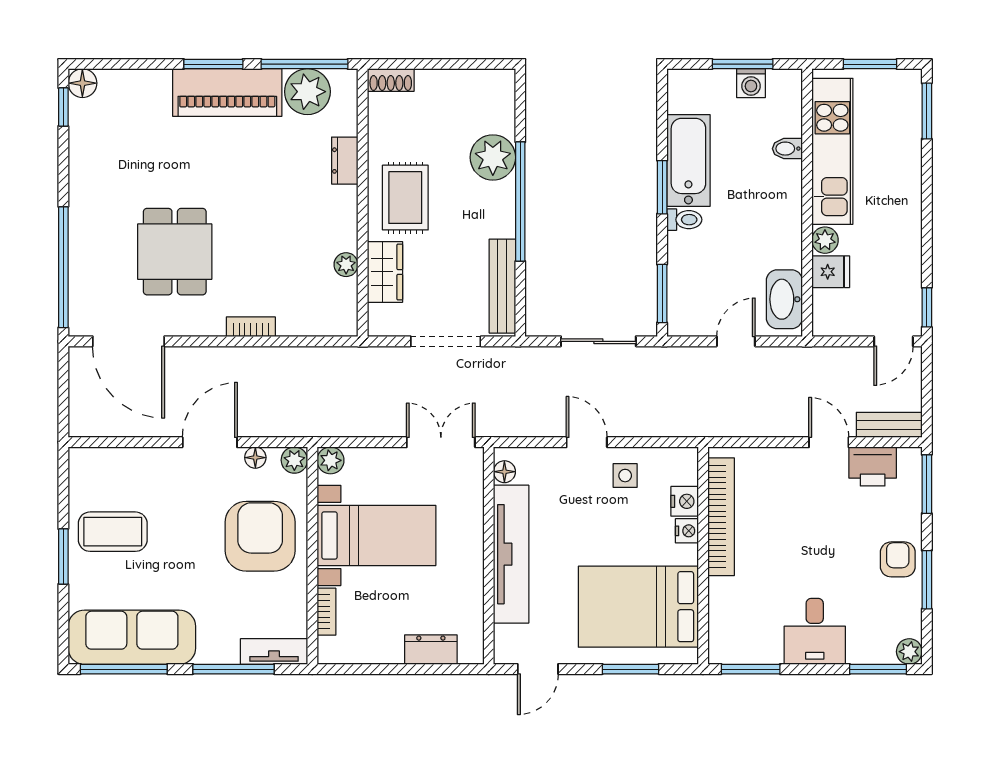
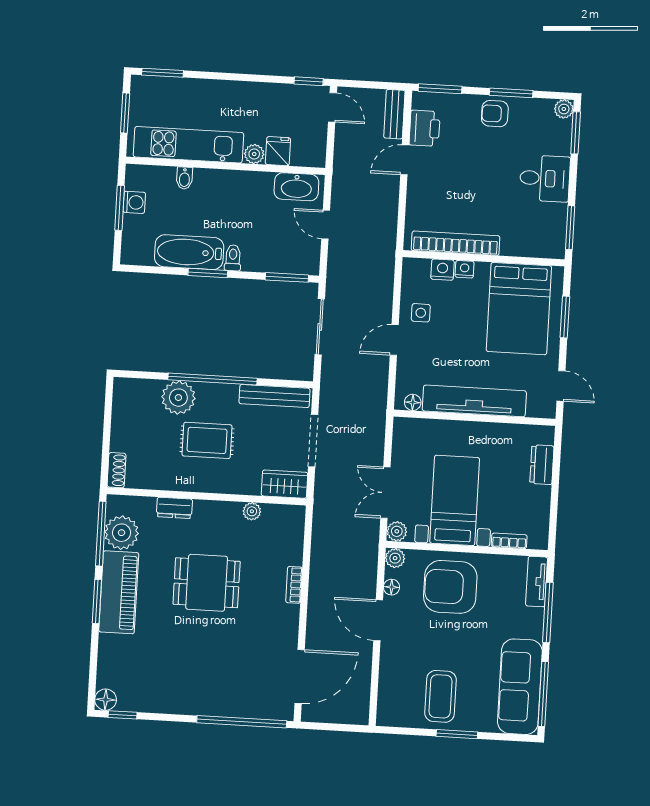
rug: (405, 198) -> (207, 440), moved
dining table: (175, 252) -> (207, 583), moved
wardrobe: (385, 272) -> (285, 484), moved
double door: (441, 442) -> (385, 493), moved

